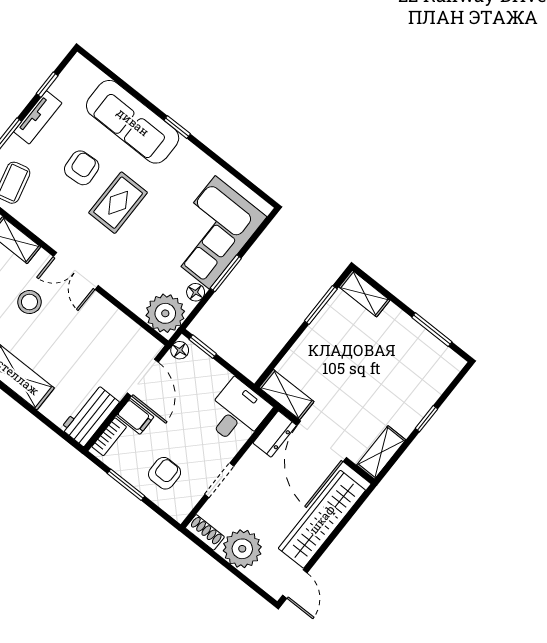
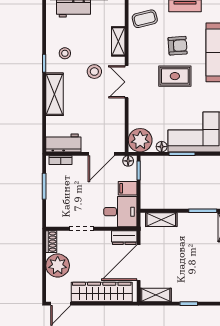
shelving: (287, 395) -> (161, 220), moved, turned 90
filing cabinet: (135, 416) -> (128, 188), moved, turned 90
armchair: (165, 473) -> (64, 200), removed

